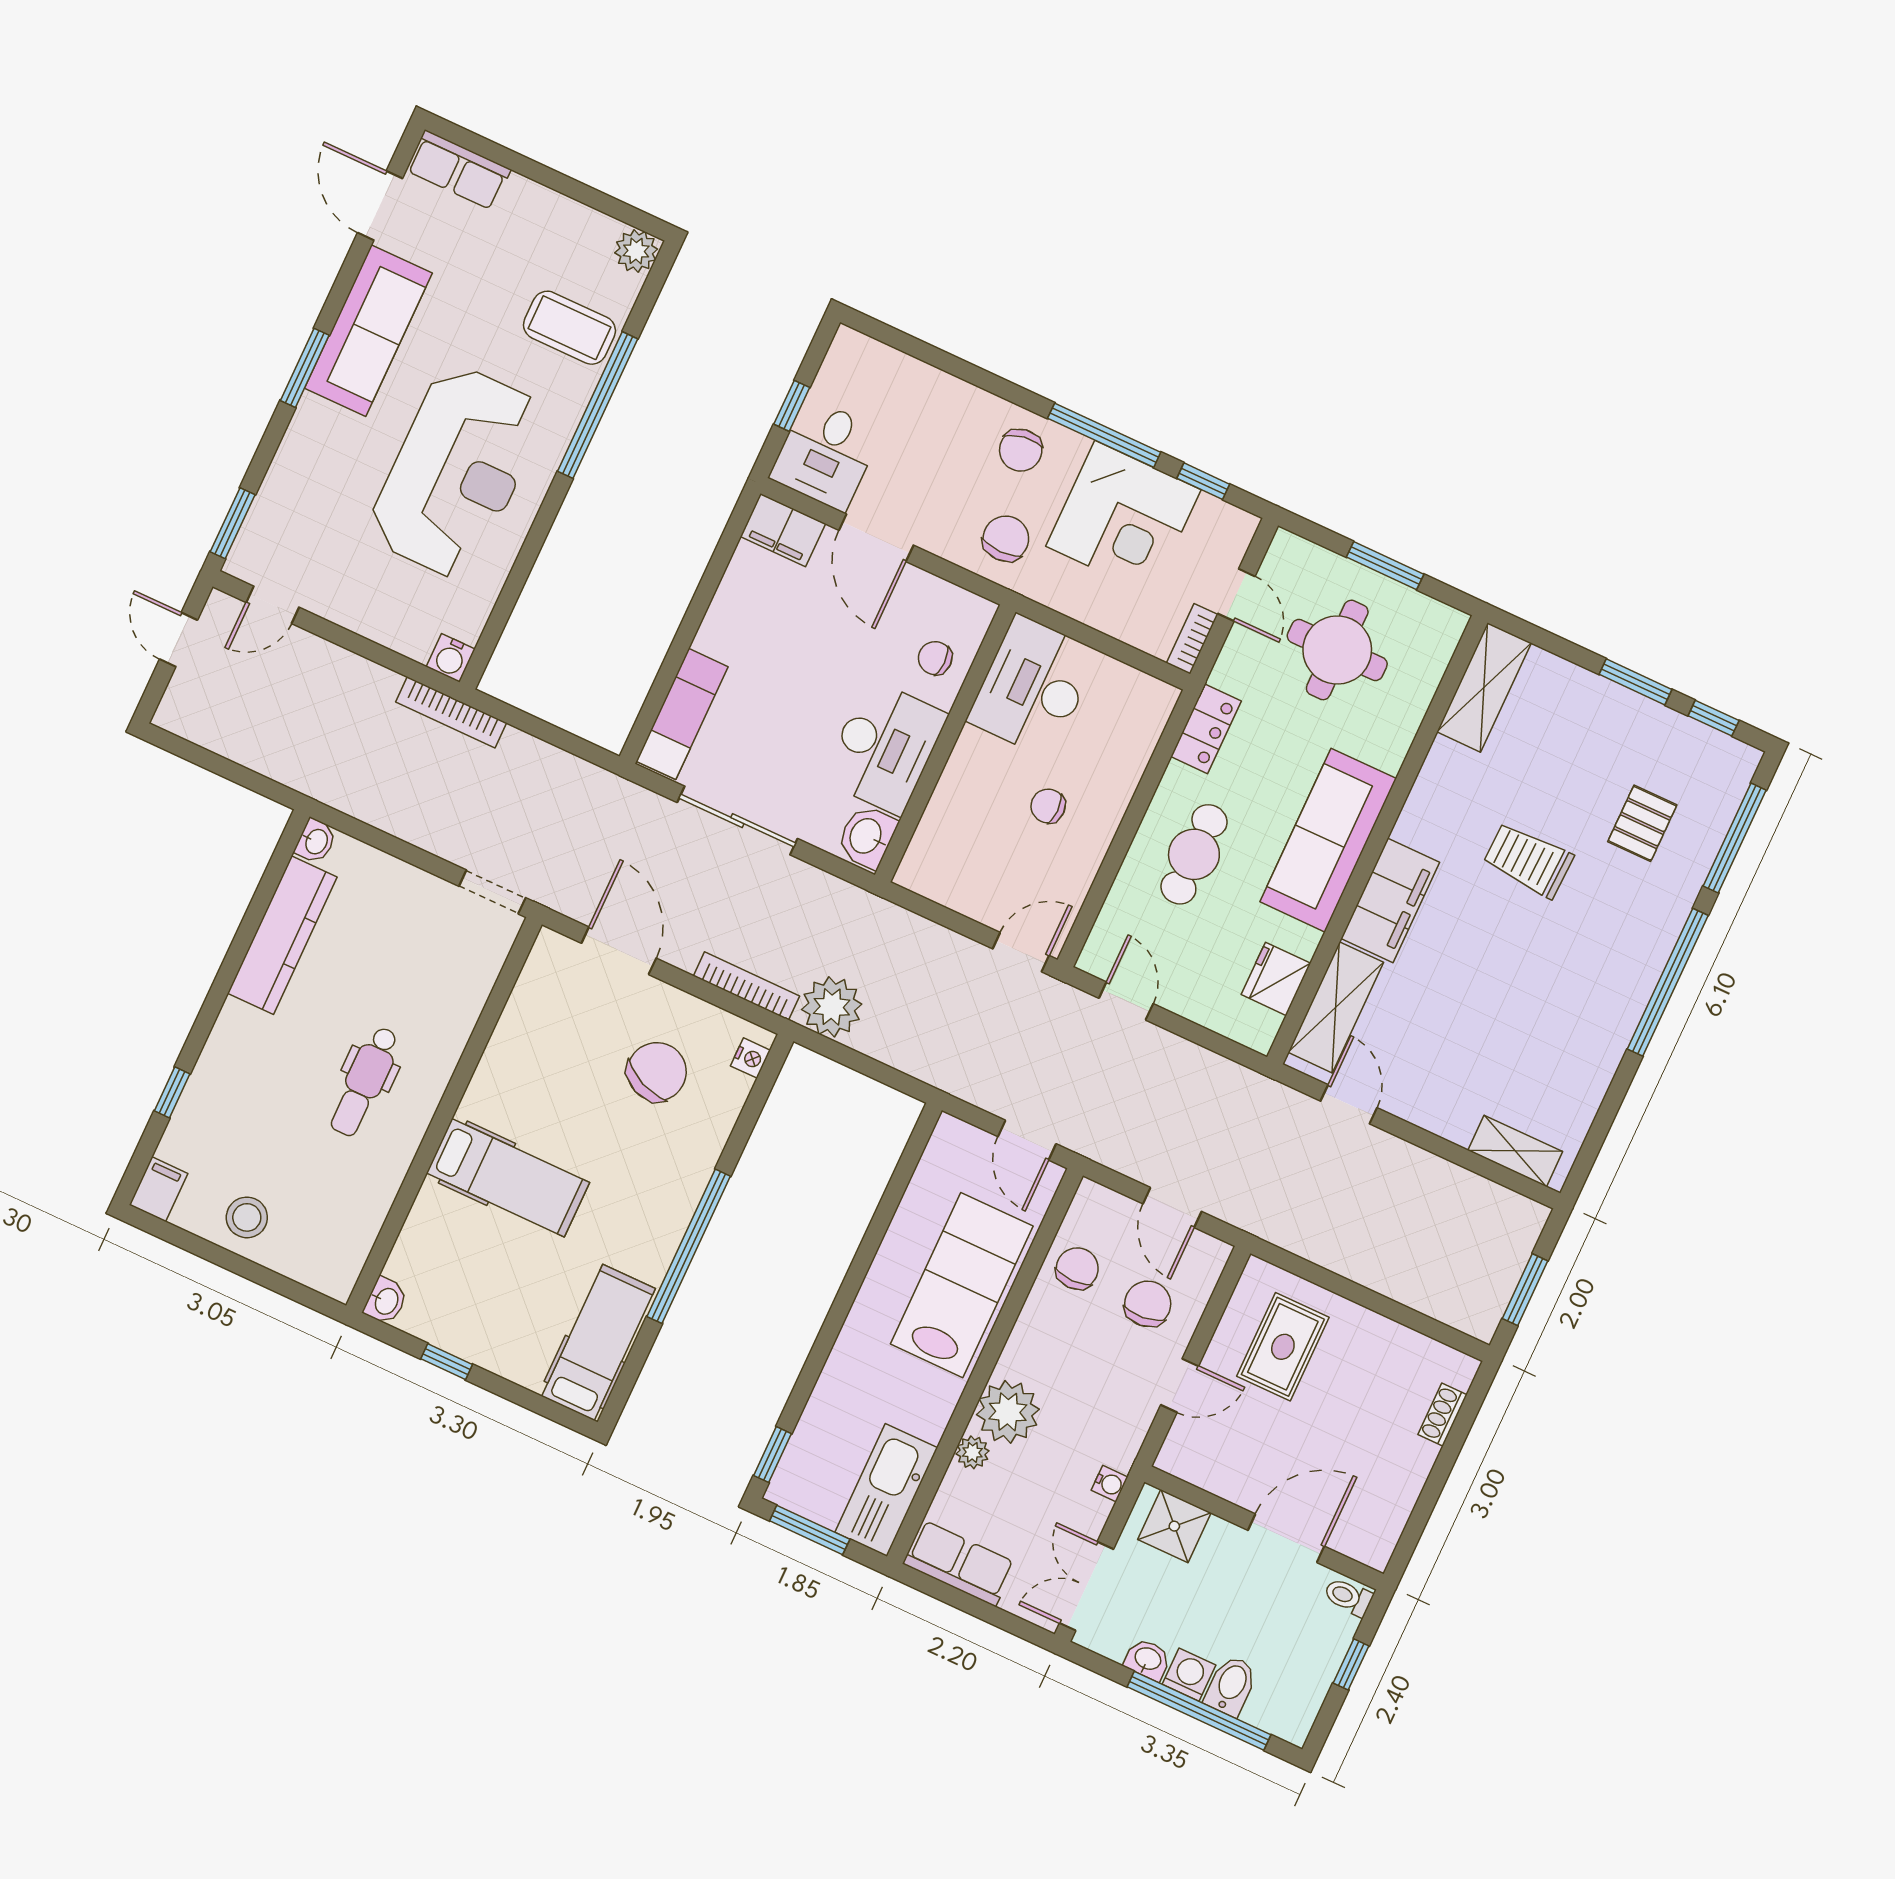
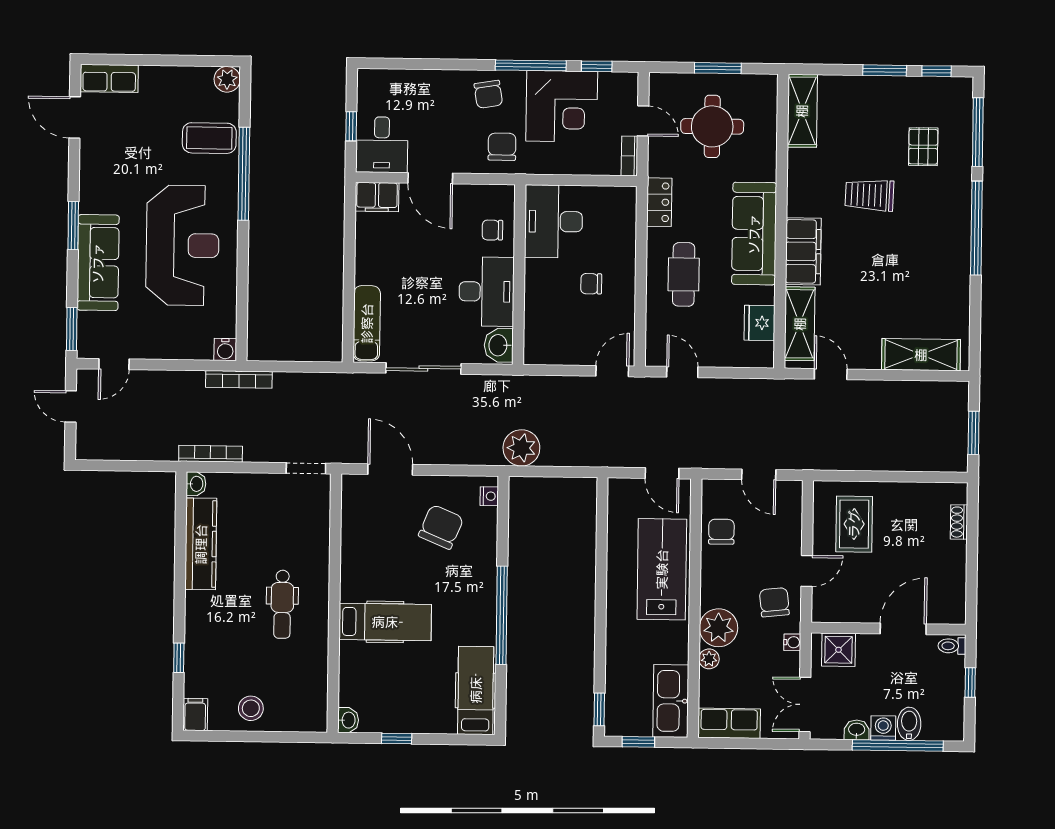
sofa: (368, 331) -> (98, 263), moved
bookcase: (746, 986) -> (211, 454), moved
shelving: (1515, 1151) -> (921, 355), width x1.50, depth x1.33
chair: (1148, 1304) -> (774, 602), moved
window: (810, 1530) -> (638, 742), width x0.67

